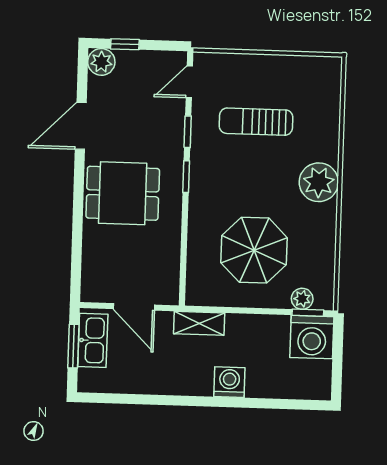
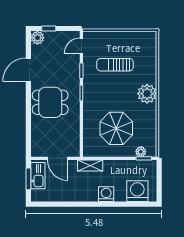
washing machine: (312, 337) -> (137, 191), moved, turned 180

